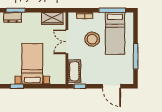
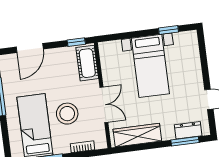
wardrobe: (52, 19) -> (137, 135), width x1.50
door: (112, 86) -> (30, 48), swing flipped

